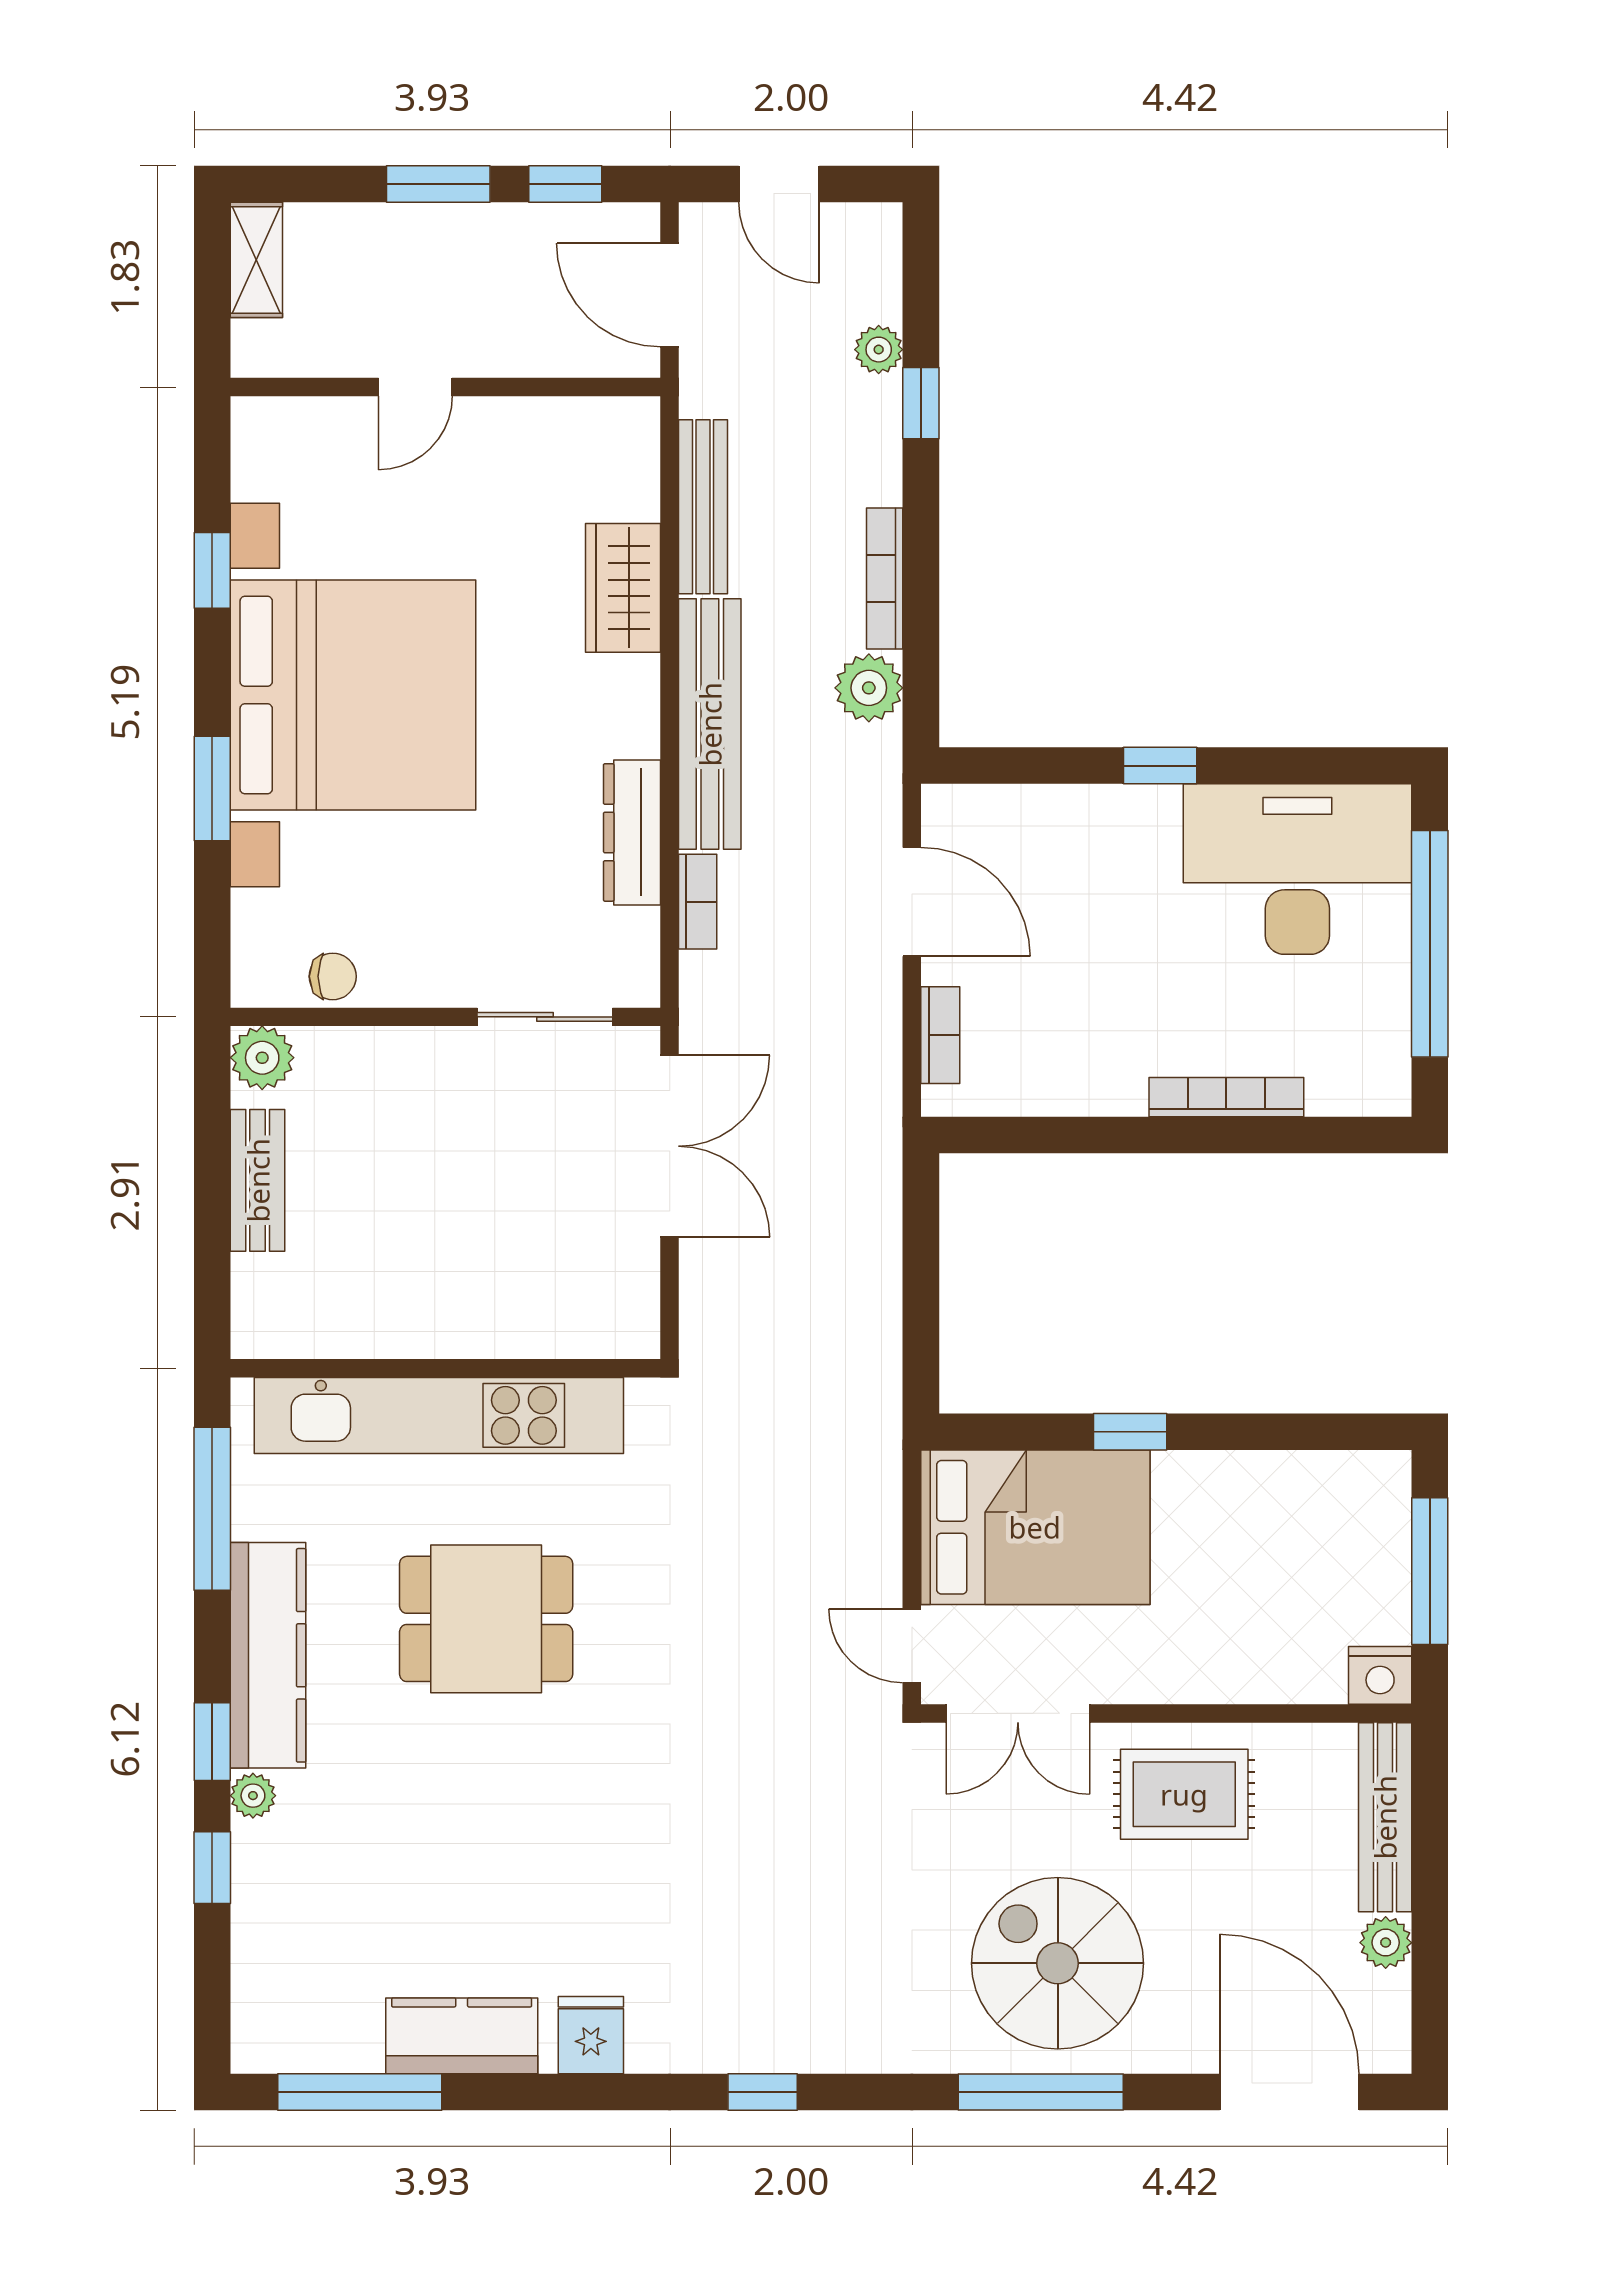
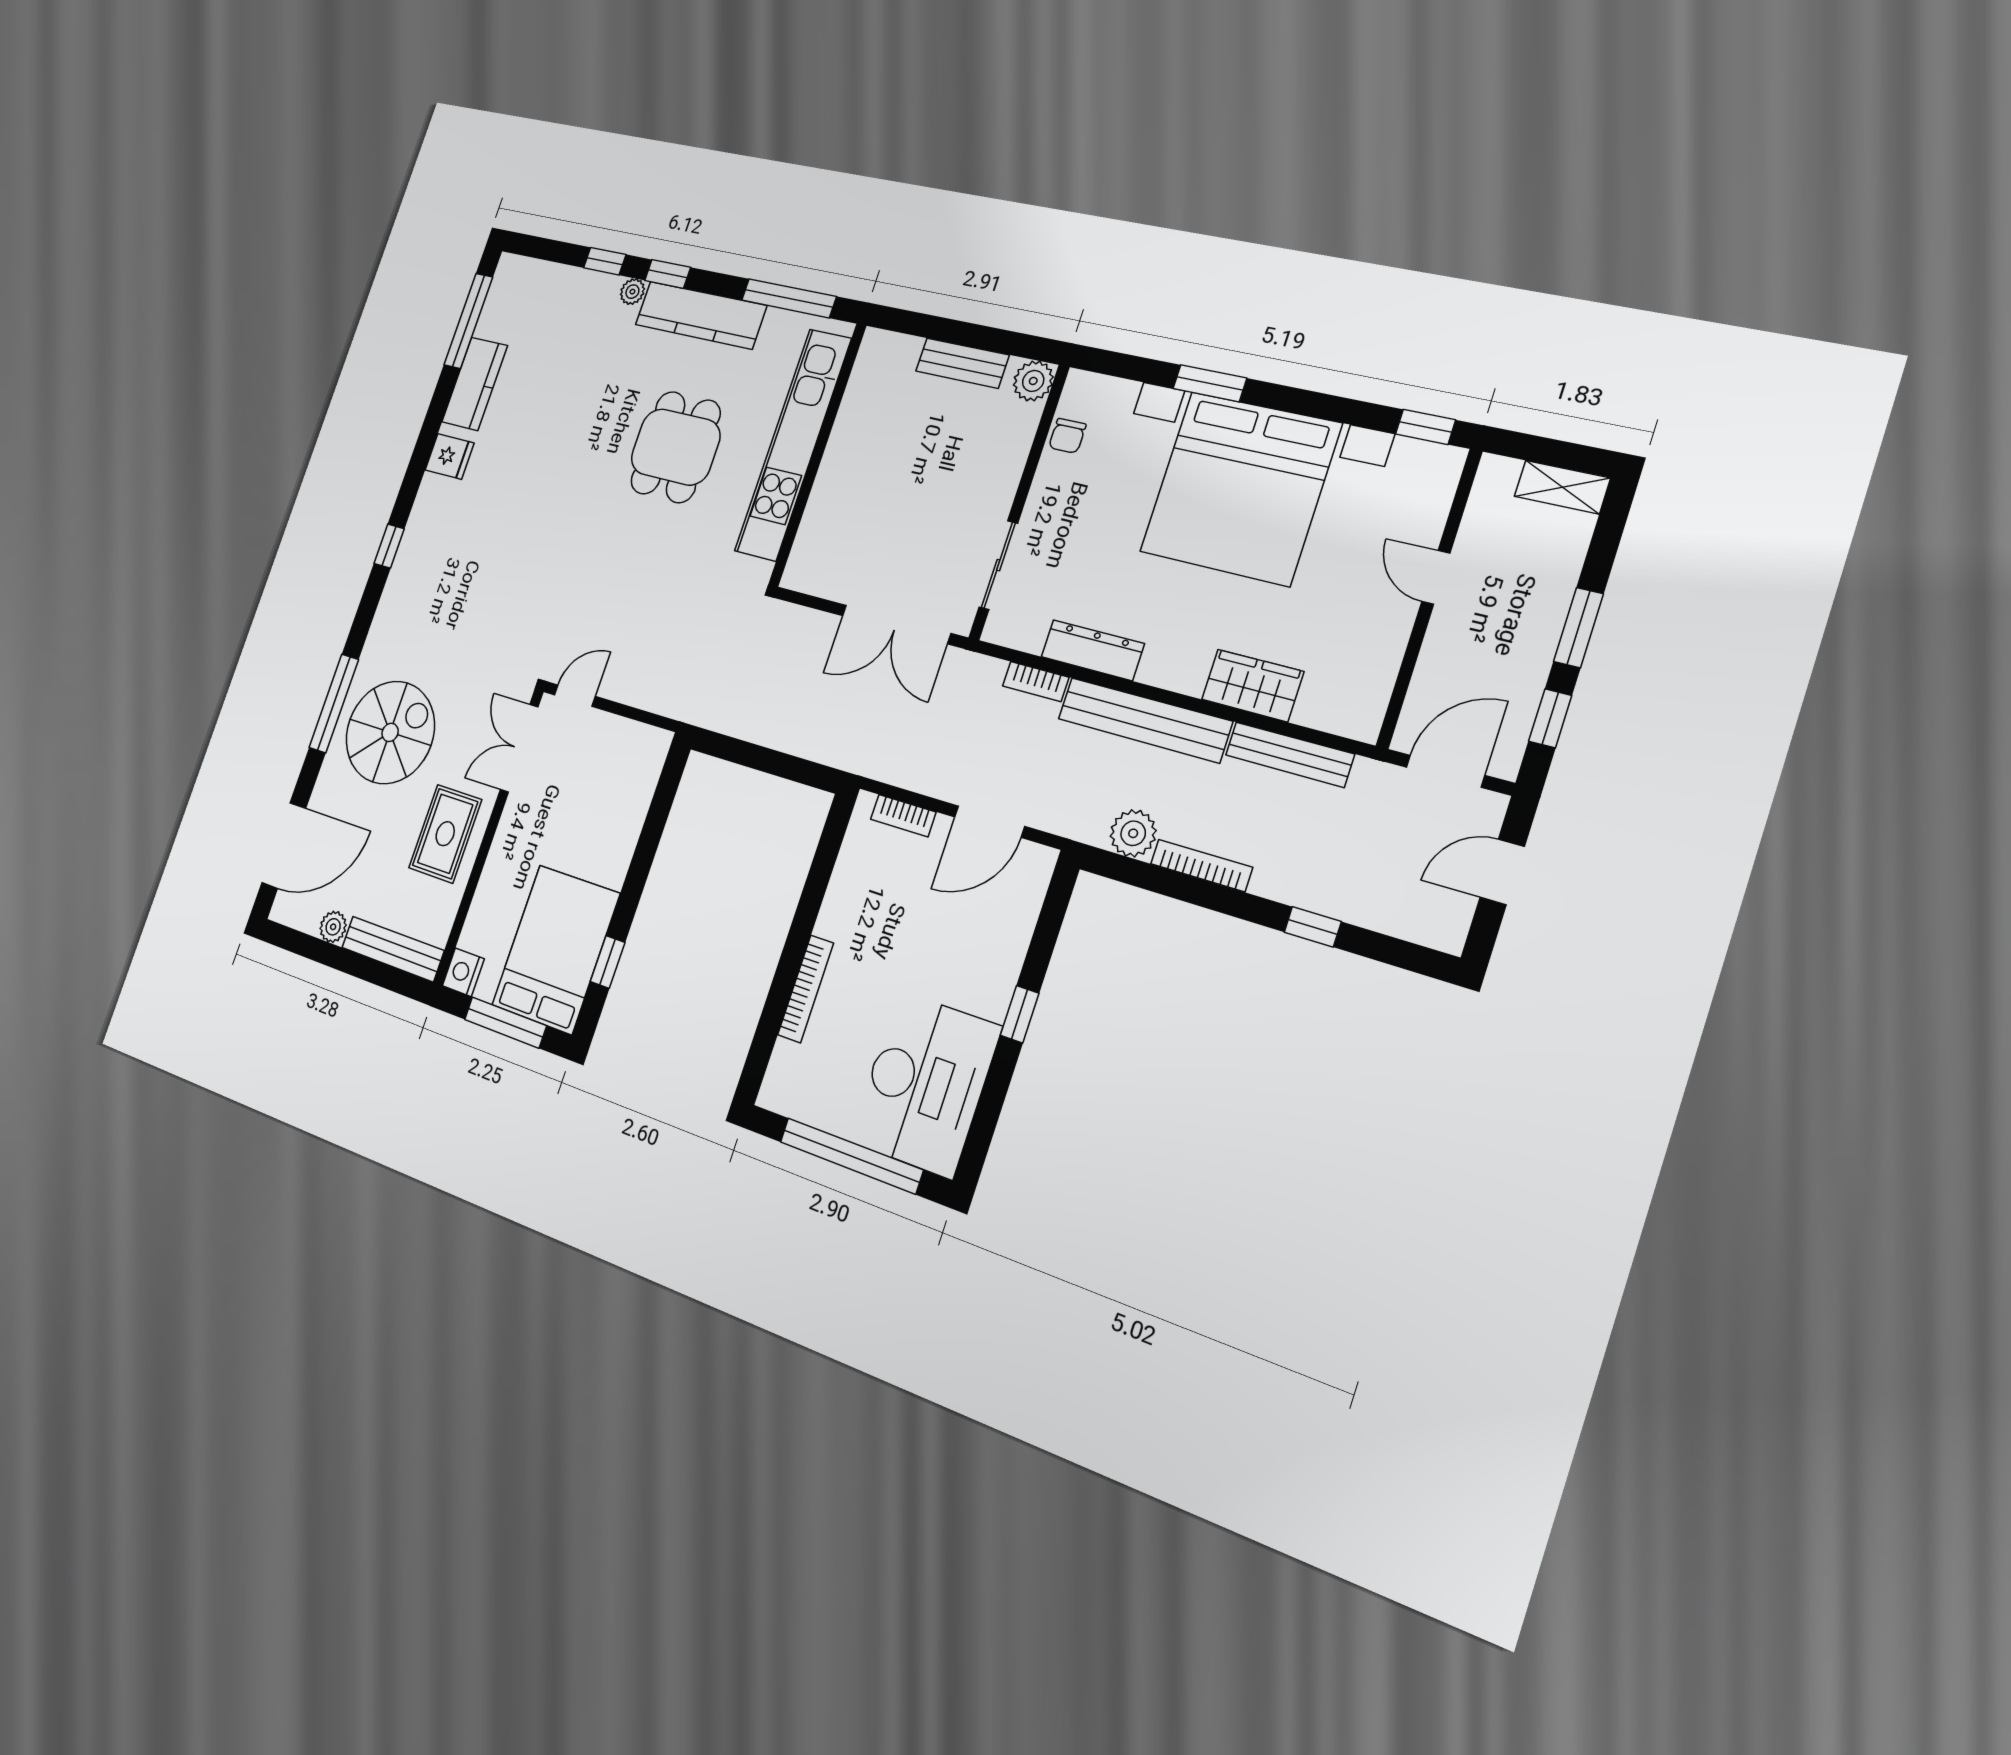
plant: (879, 350) -> (1360, 908), removed
window: (212, 570) -> (1426, 427), moved
window: (1130, 1432) -> (608, 962), moved
bed: (1035, 1527) -> (556, 949), moved, turned 180

